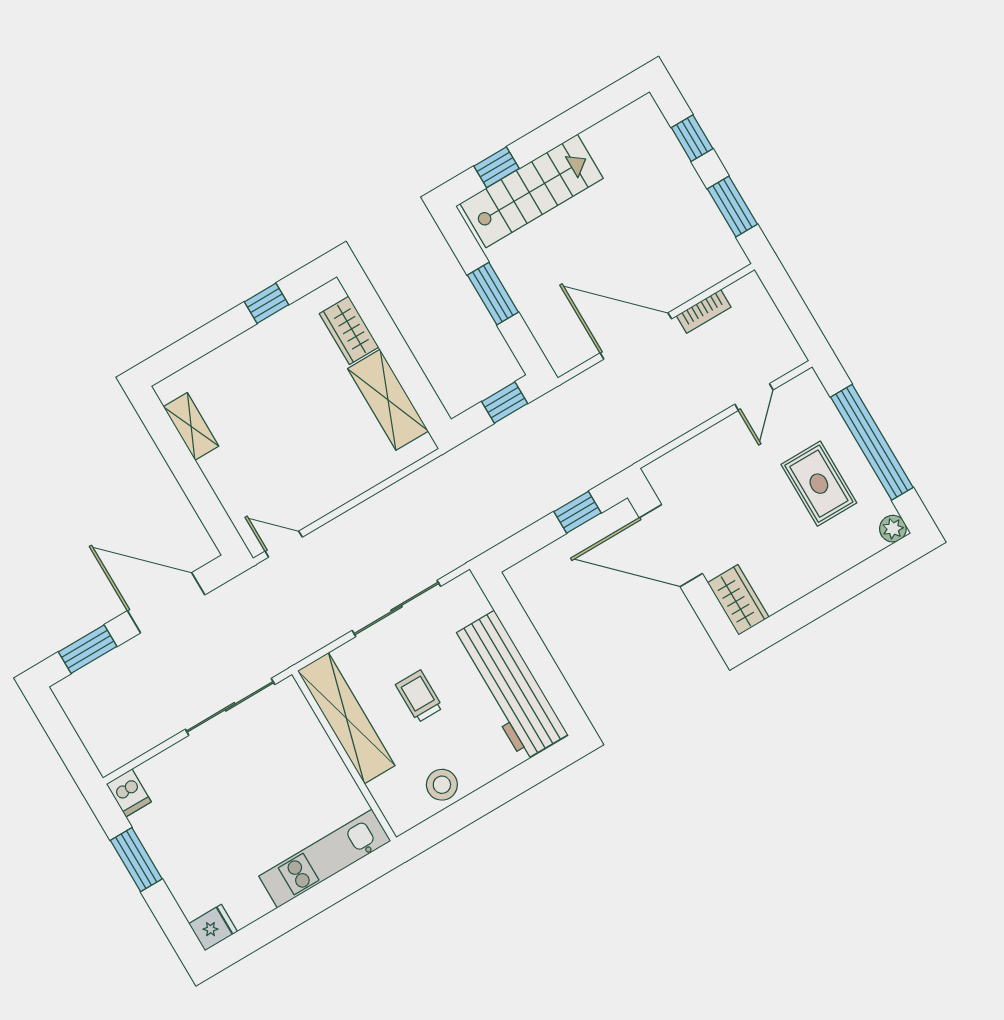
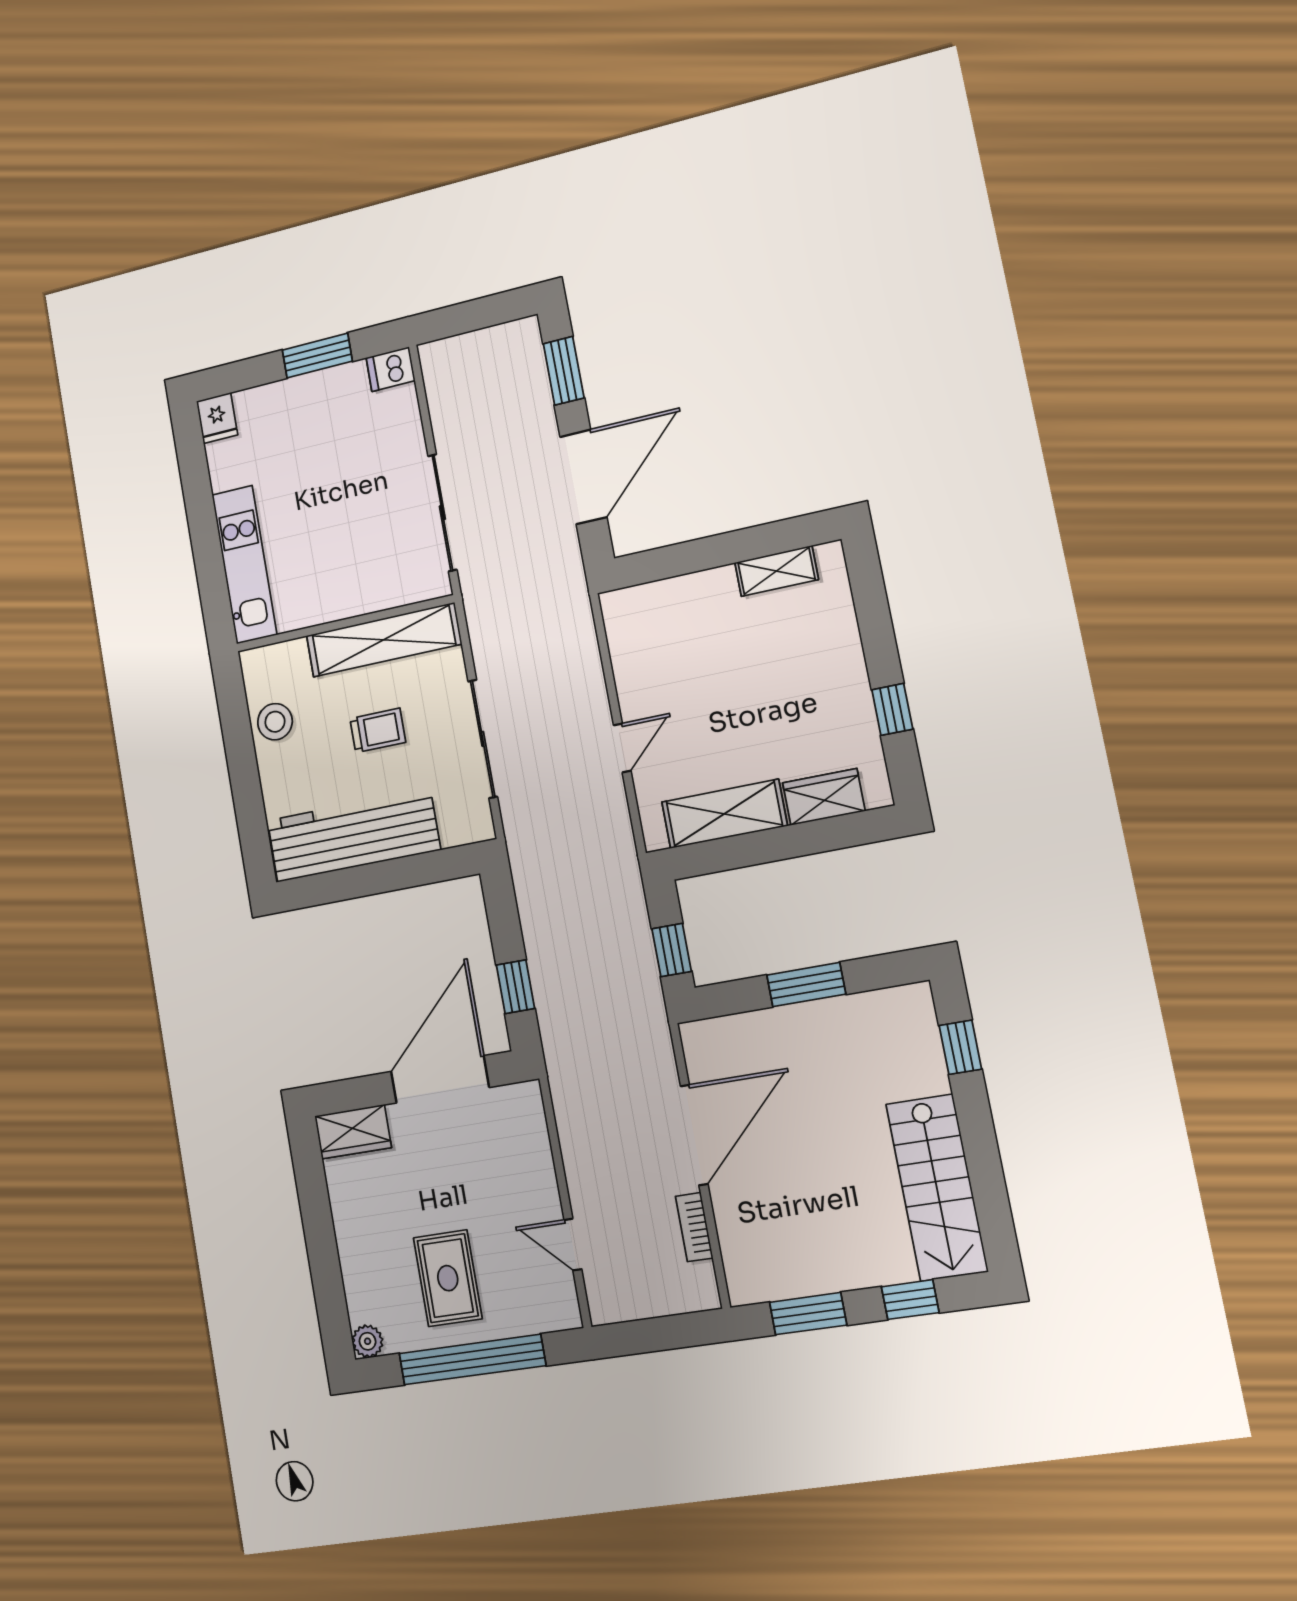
stairs: (532, 191) -> (937, 1187), moved
rug: (819, 484) -> (448, 1278), turned 90
door: (284, 544) -> (622, 748), moved

